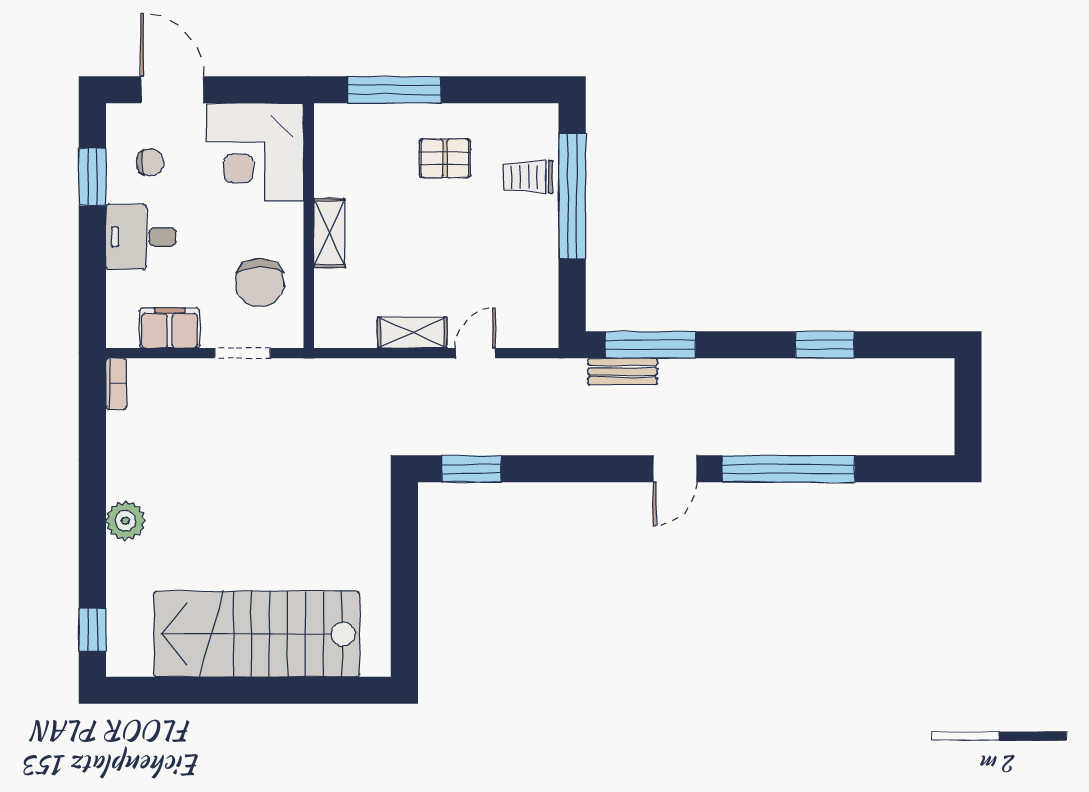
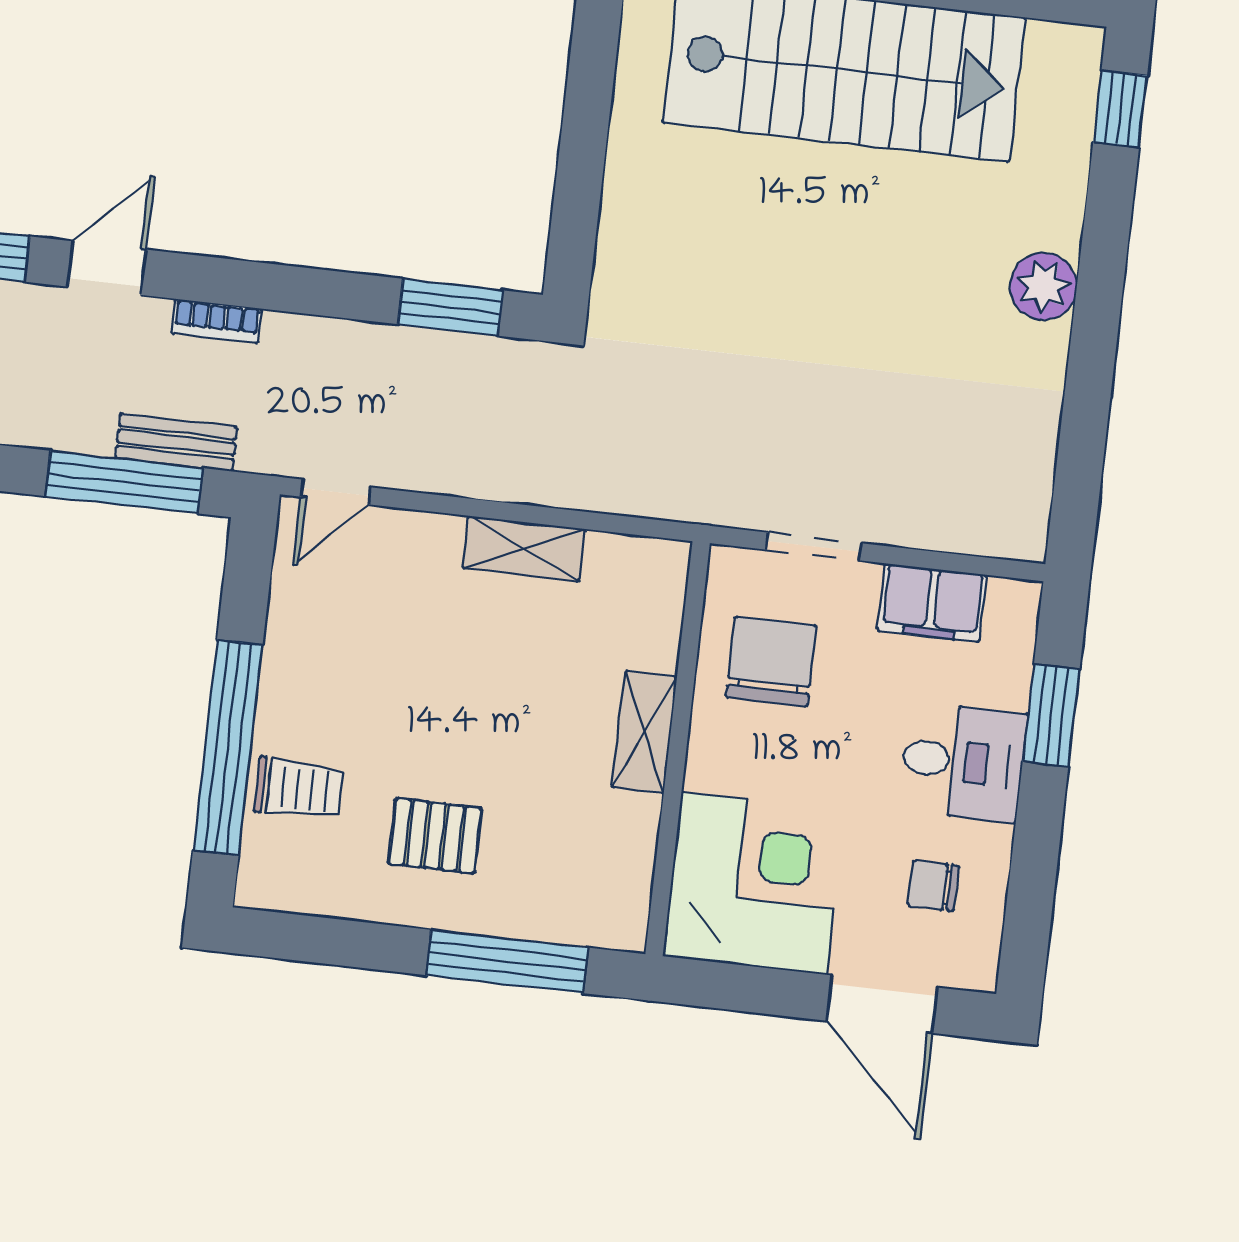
window: (92, 177) -> (1051, 715), moved
door: (475, 353) -> (336, 492), moved
bookcase: (116, 384) -> (217, 321), moved, turned -90

